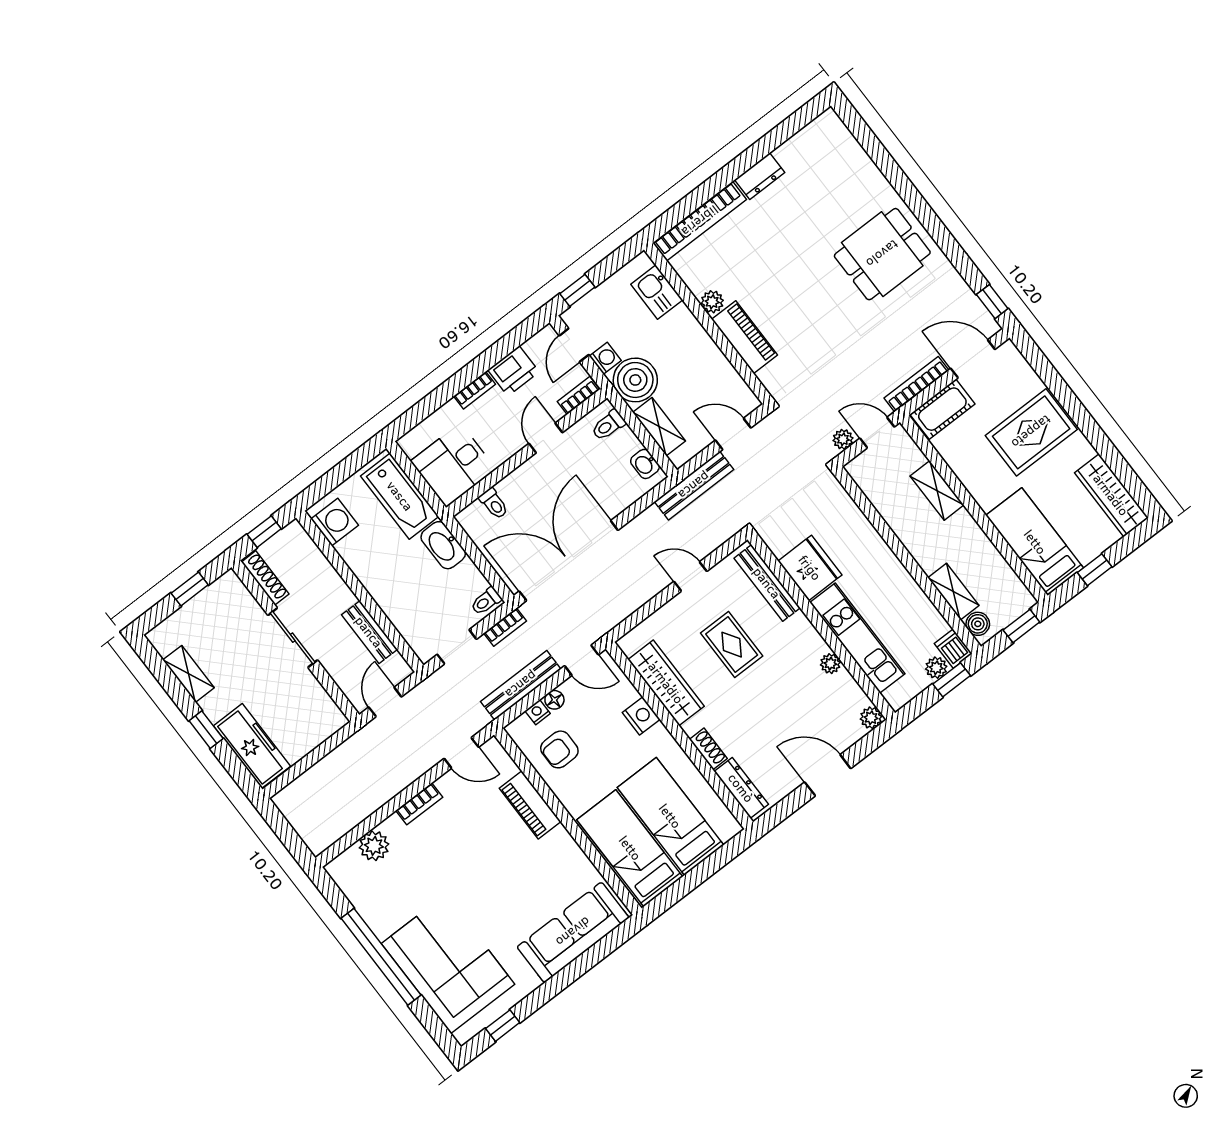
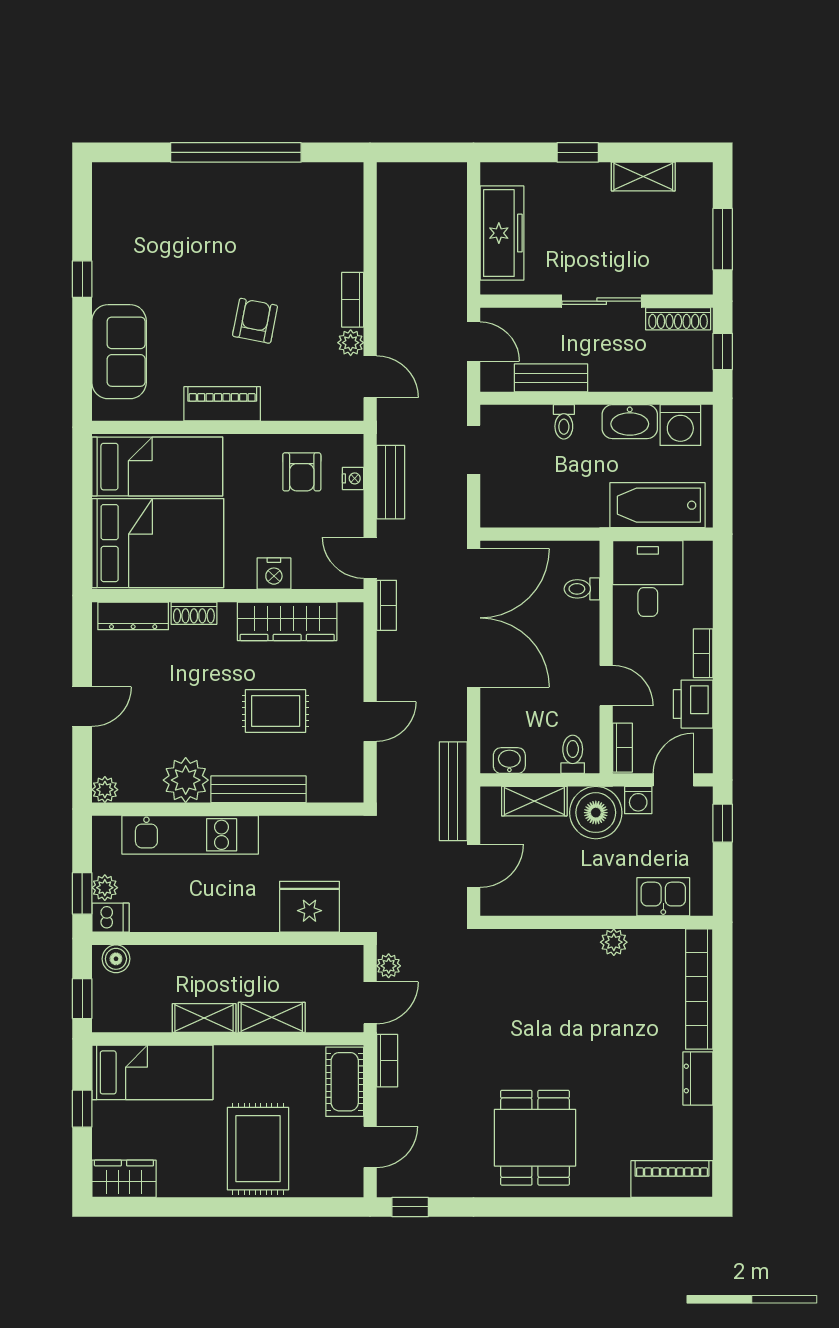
piano: (745, 337) -> (672, 1179), moved, turned 180
door: (574, 345) -> (673, 780), hinge flipped
door: (973, 359) -> (370, 1147), width x0.73
bookcase: (917, 384) -> (387, 1061), width x0.64
wardrobe: (1111, 495) -> (124, 1179), width x0.67
washbasin: (443, 545) -> (630, 422), moved, turned 180
fridge: (810, 568) -> (309, 907), moved, turned 180
bench: (767, 583) -> (258, 789), moved
window: (190, 589) -> (723, 239), width x1.50
shelving: (953, 592) -> (204, 1018), moved
toilet: (486, 601) -> (564, 422), moved, turned 180
bookcase: (505, 627) -> (386, 605), moved, turned 180
door: (581, 660) -> (370, 558), hinge flipped
plant: (830, 664) -> (186, 780), width x1.87, depth x1.87
bench: (521, 685) -> (391, 482), width x0.73
floor lamp: (554, 700) -> (352, 503), removed
freezer: (252, 746) -> (502, 233), moved, turned -90
armchair: (559, 749) -> (302, 472), turned 180
door: (461, 753) -> (370, 377), swing flipped
door: (828, 775) -> (82, 707), width x0.73
piano: (530, 805) -> (222, 404), moved
bed: (670, 816) -> (158, 543), width x1.50
plant: (374, 846) -> (351, 343), moved, width x0.73, depth x0.73
armchair: (483, 858) -> (255, 321), added
sofa: (573, 932) -> (119, 352), width x0.73
corner sofa: (448, 964) -> (180, 211), removed
window: (503, 1026) -> (82, 279), moved

